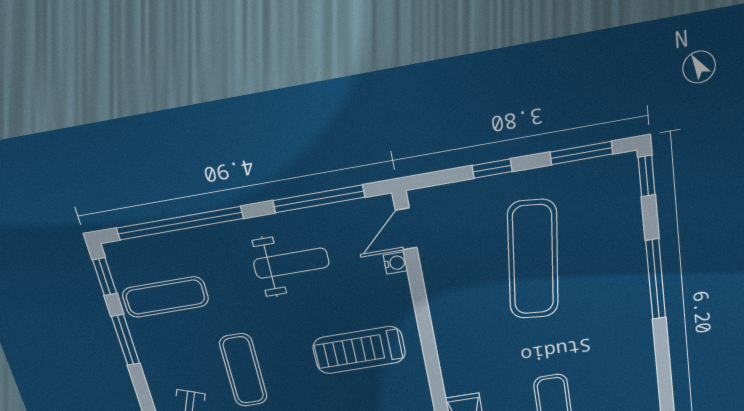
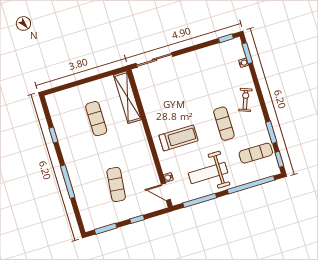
window: (647, 176) -> (54, 135), moved
door: (406, 229) -> (166, 192), swing flipped
exercise mat: (533, 260) -> (116, 184), width x0.73, depth x0.69
weight bench: (291, 263) -> (208, 173), width x1.36, depth x1.33

